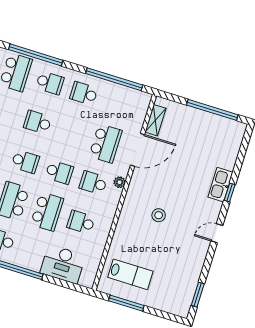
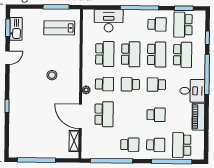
school desk: (50, 83) -> (156, 145), turned 180
school desk: (105, 143) -> (104, 114), turned 180
door: (137, 150) -> (80, 116), hinge flipped
kitchen sink: (220, 185) -> (16, 29), moved
school desk: (47, 212) -> (131, 54), turned 180
school desk: (81, 222) -> (105, 54), width x1.85
door: (217, 233) -> (7, 58), moved

